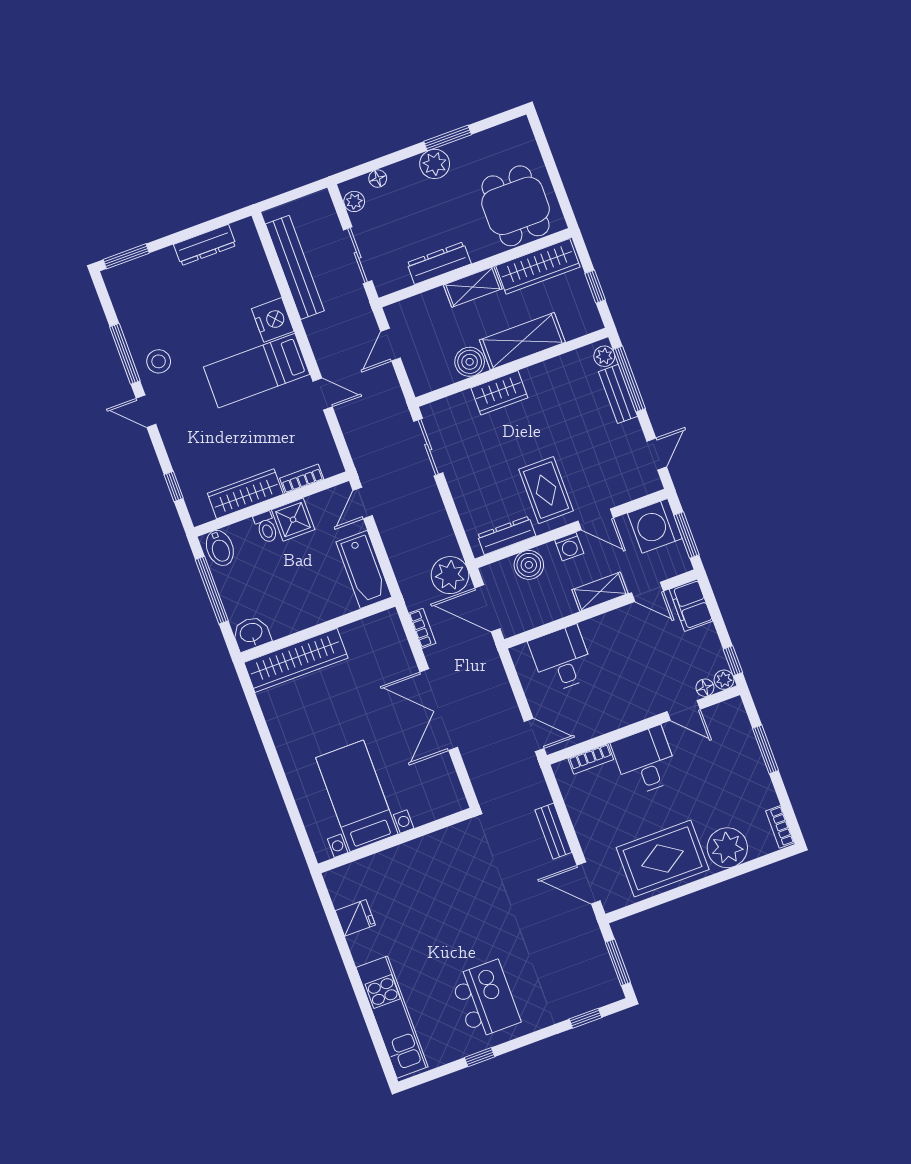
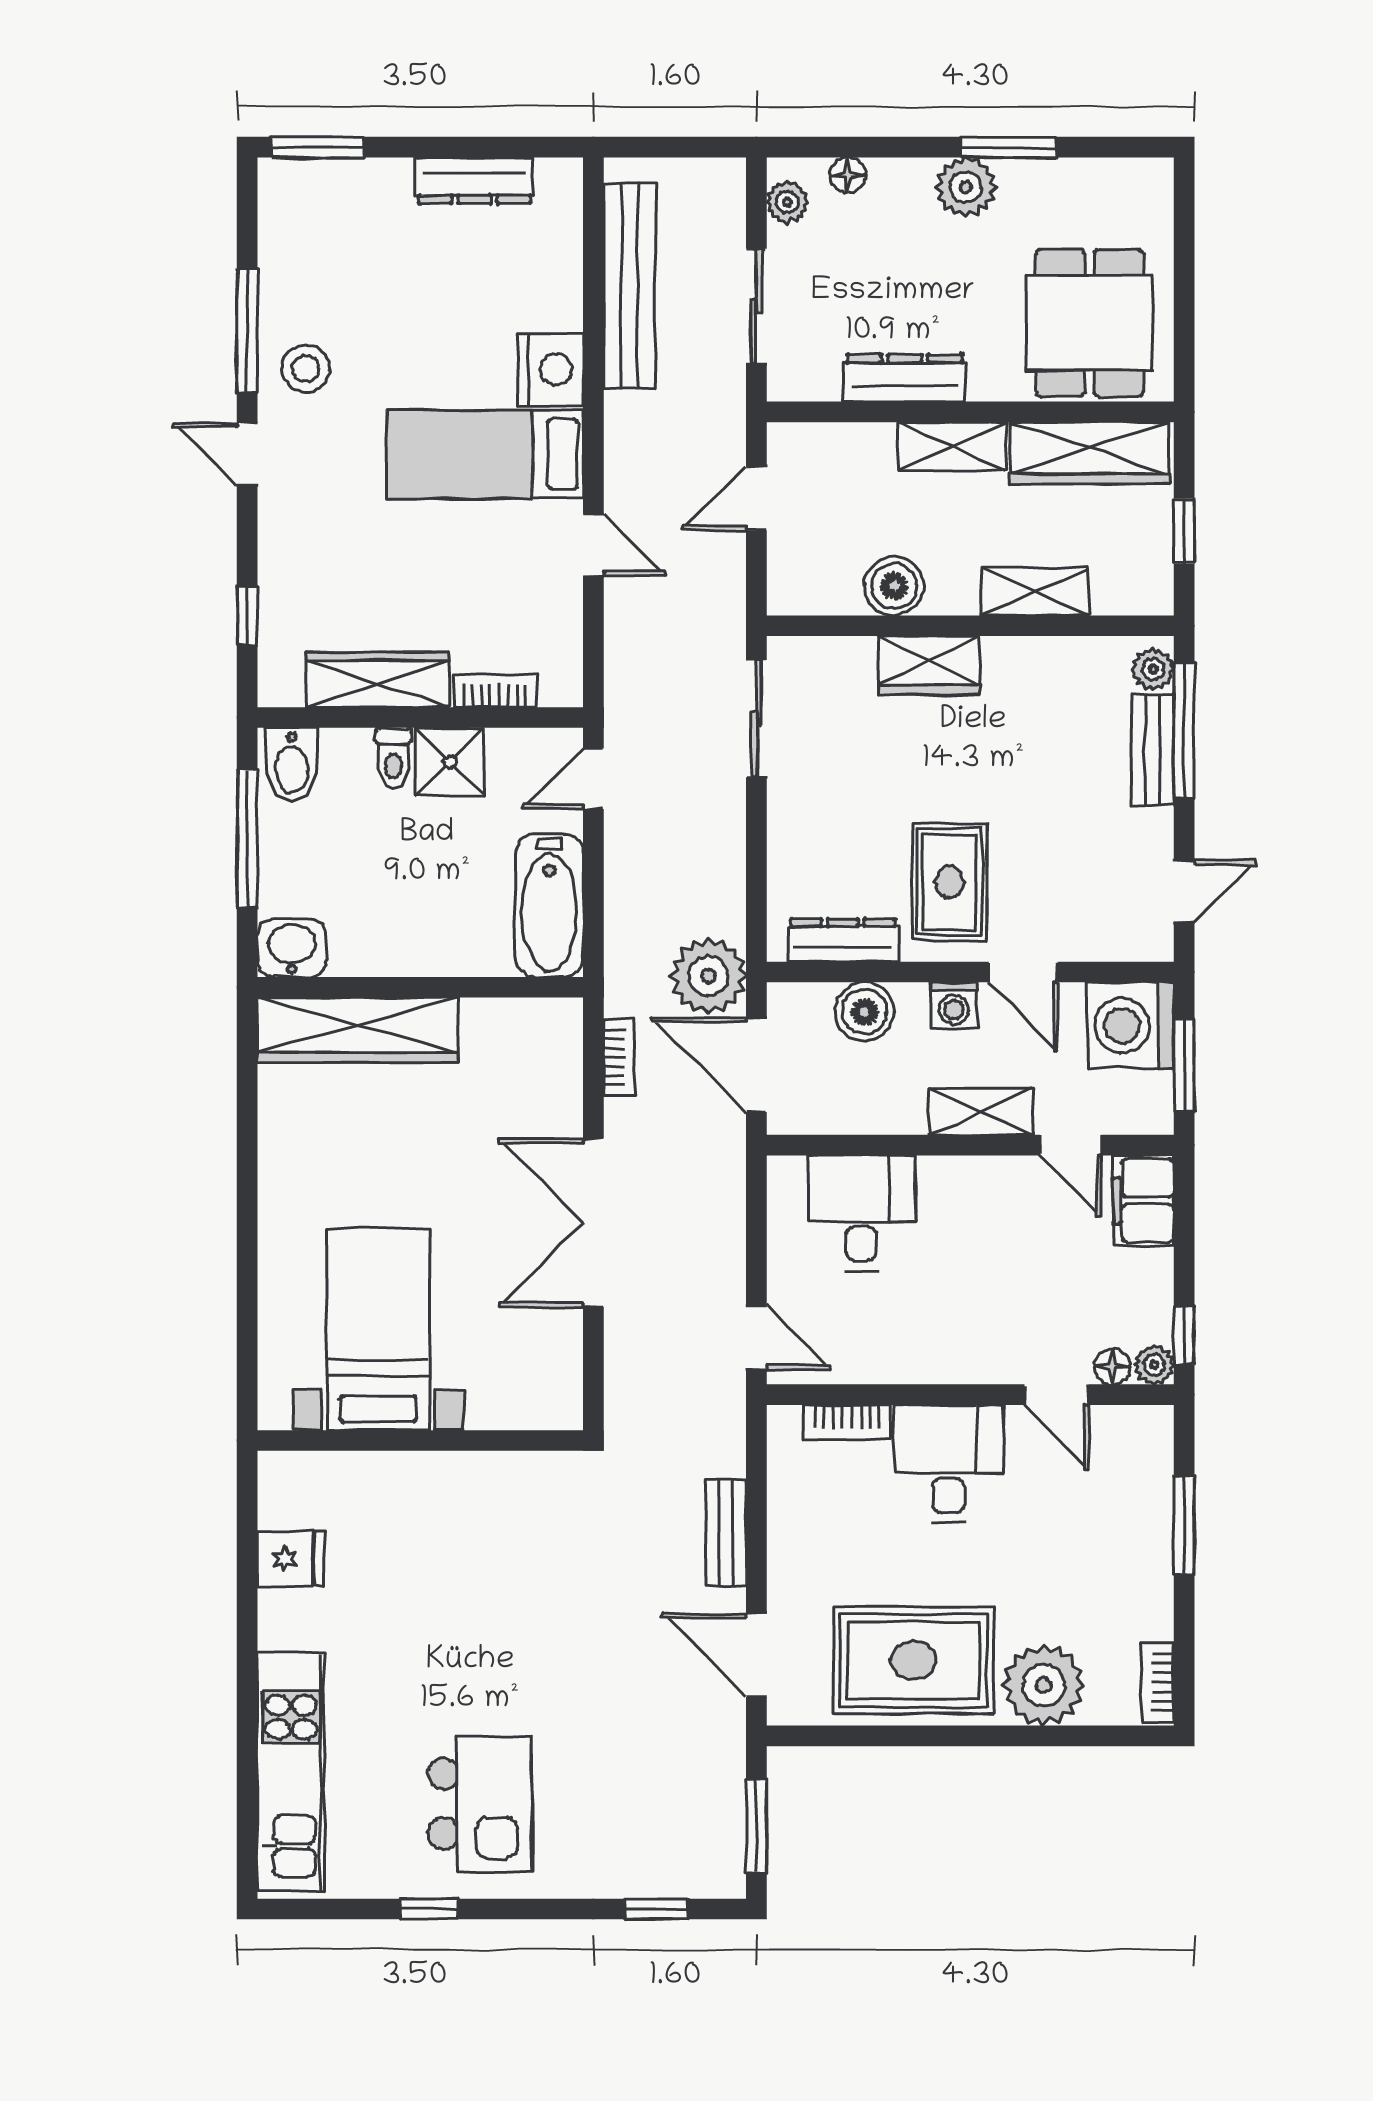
shelving: (522, 341) -> (1035, 591), width x0.67, depth x0.75

